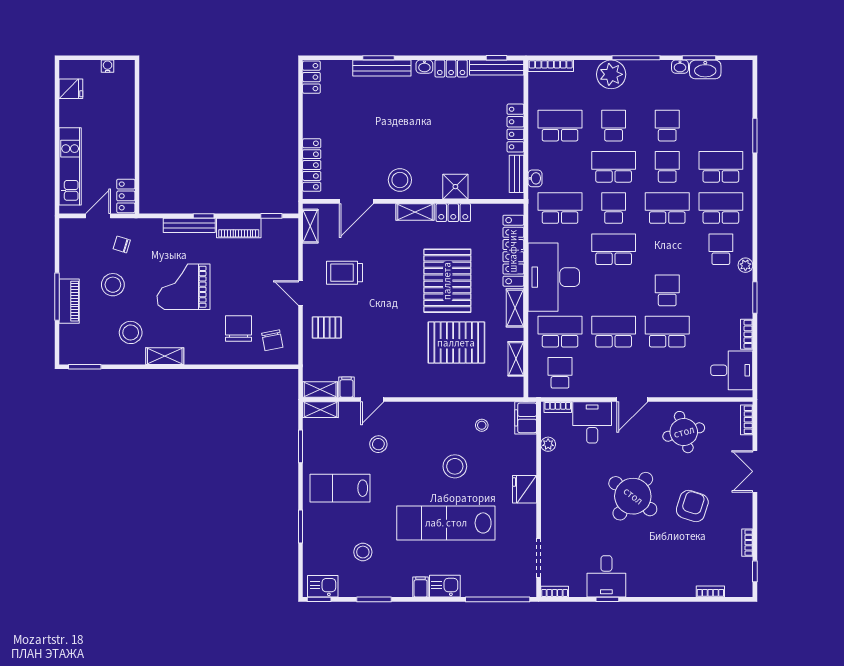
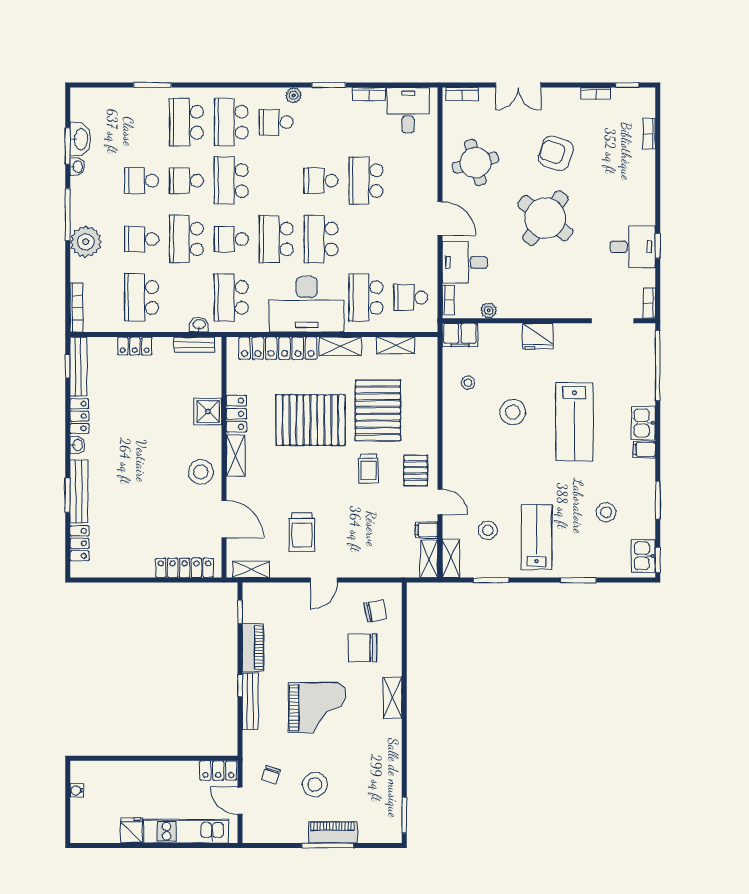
locker: (311, 77) -> (79, 543), moved, turned 90
fridge: (71, 89) -> (131, 830), moved
locker: (515, 128) -> (135, 346), width x0.66
grand piano: (184, 287) -> (317, 708), turned -90
pallet: (327, 327) -> (416, 470), moved
stool: (131, 332) -> (367, 765), removed
school desk: (614, 332) -> (321, 239), moved
trolley: (403, 334) -> (368, 468), added
shelving: (165, 356) -> (393, 698), moved
stool: (378, 444) -> (488, 530), moved
lab bench: (340, 488) -> (537, 537), turned 180
lab bench: (446, 523) -> (574, 422), width x0.73

